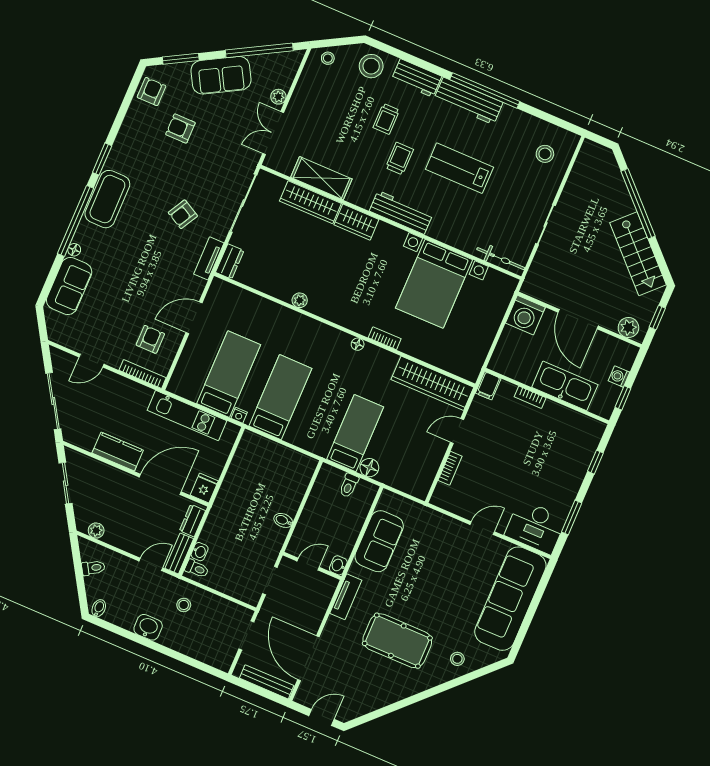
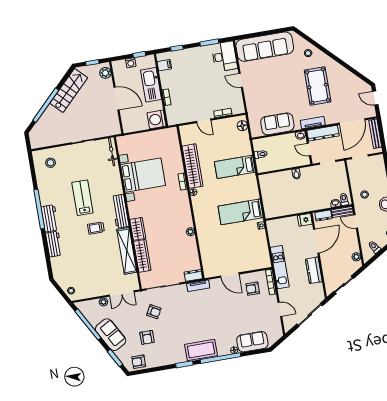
stool: (371, 66) -> (62, 268), removed
workbench: (468, 101) -> (50, 218), width x0.73
trolley: (386, 119) -> (82, 246), removed
lab bench: (459, 168) -> (82, 198), turned 180
shelving: (321, 178) -> (127, 251), width x1.47
armchair: (183, 214) -> (154, 312), moved
washing machine: (525, 315) -> (157, 119), moved, turned 180
door: (578, 319) -> (116, 98), hinge flipped
bed: (229, 374) -> (245, 242), removed
wardrobe: (432, 383) -> (193, 166), moved
filing cabinet: (488, 386) -> (164, 65), moved
kitchen unit: (187, 415) -> (280, 267), moved
floor lamp: (369, 468) -> (242, 126), moved
door: (160, 484) -> (316, 241), swing flipped
dresser: (319, 602) -> (323, 133), added

